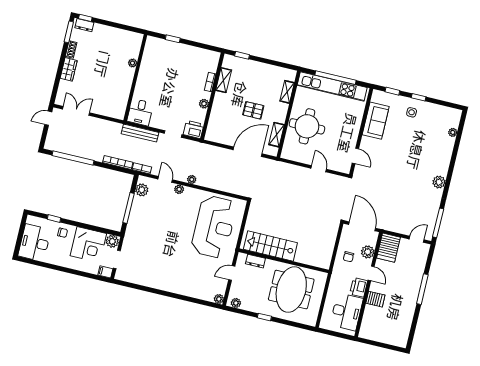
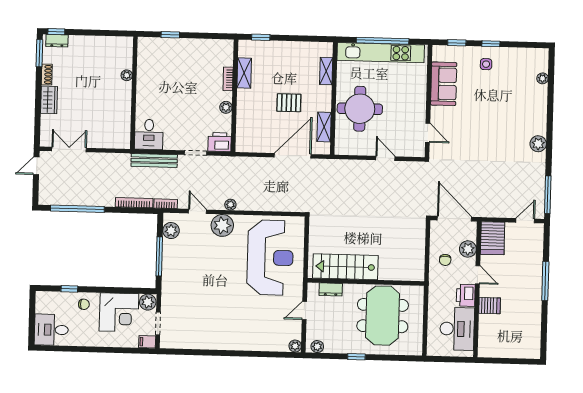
plant: (179, 189) -> (222, 225), width x1.88, depth x1.88
desk: (34, 243) -> (51, 330), width x0.73

